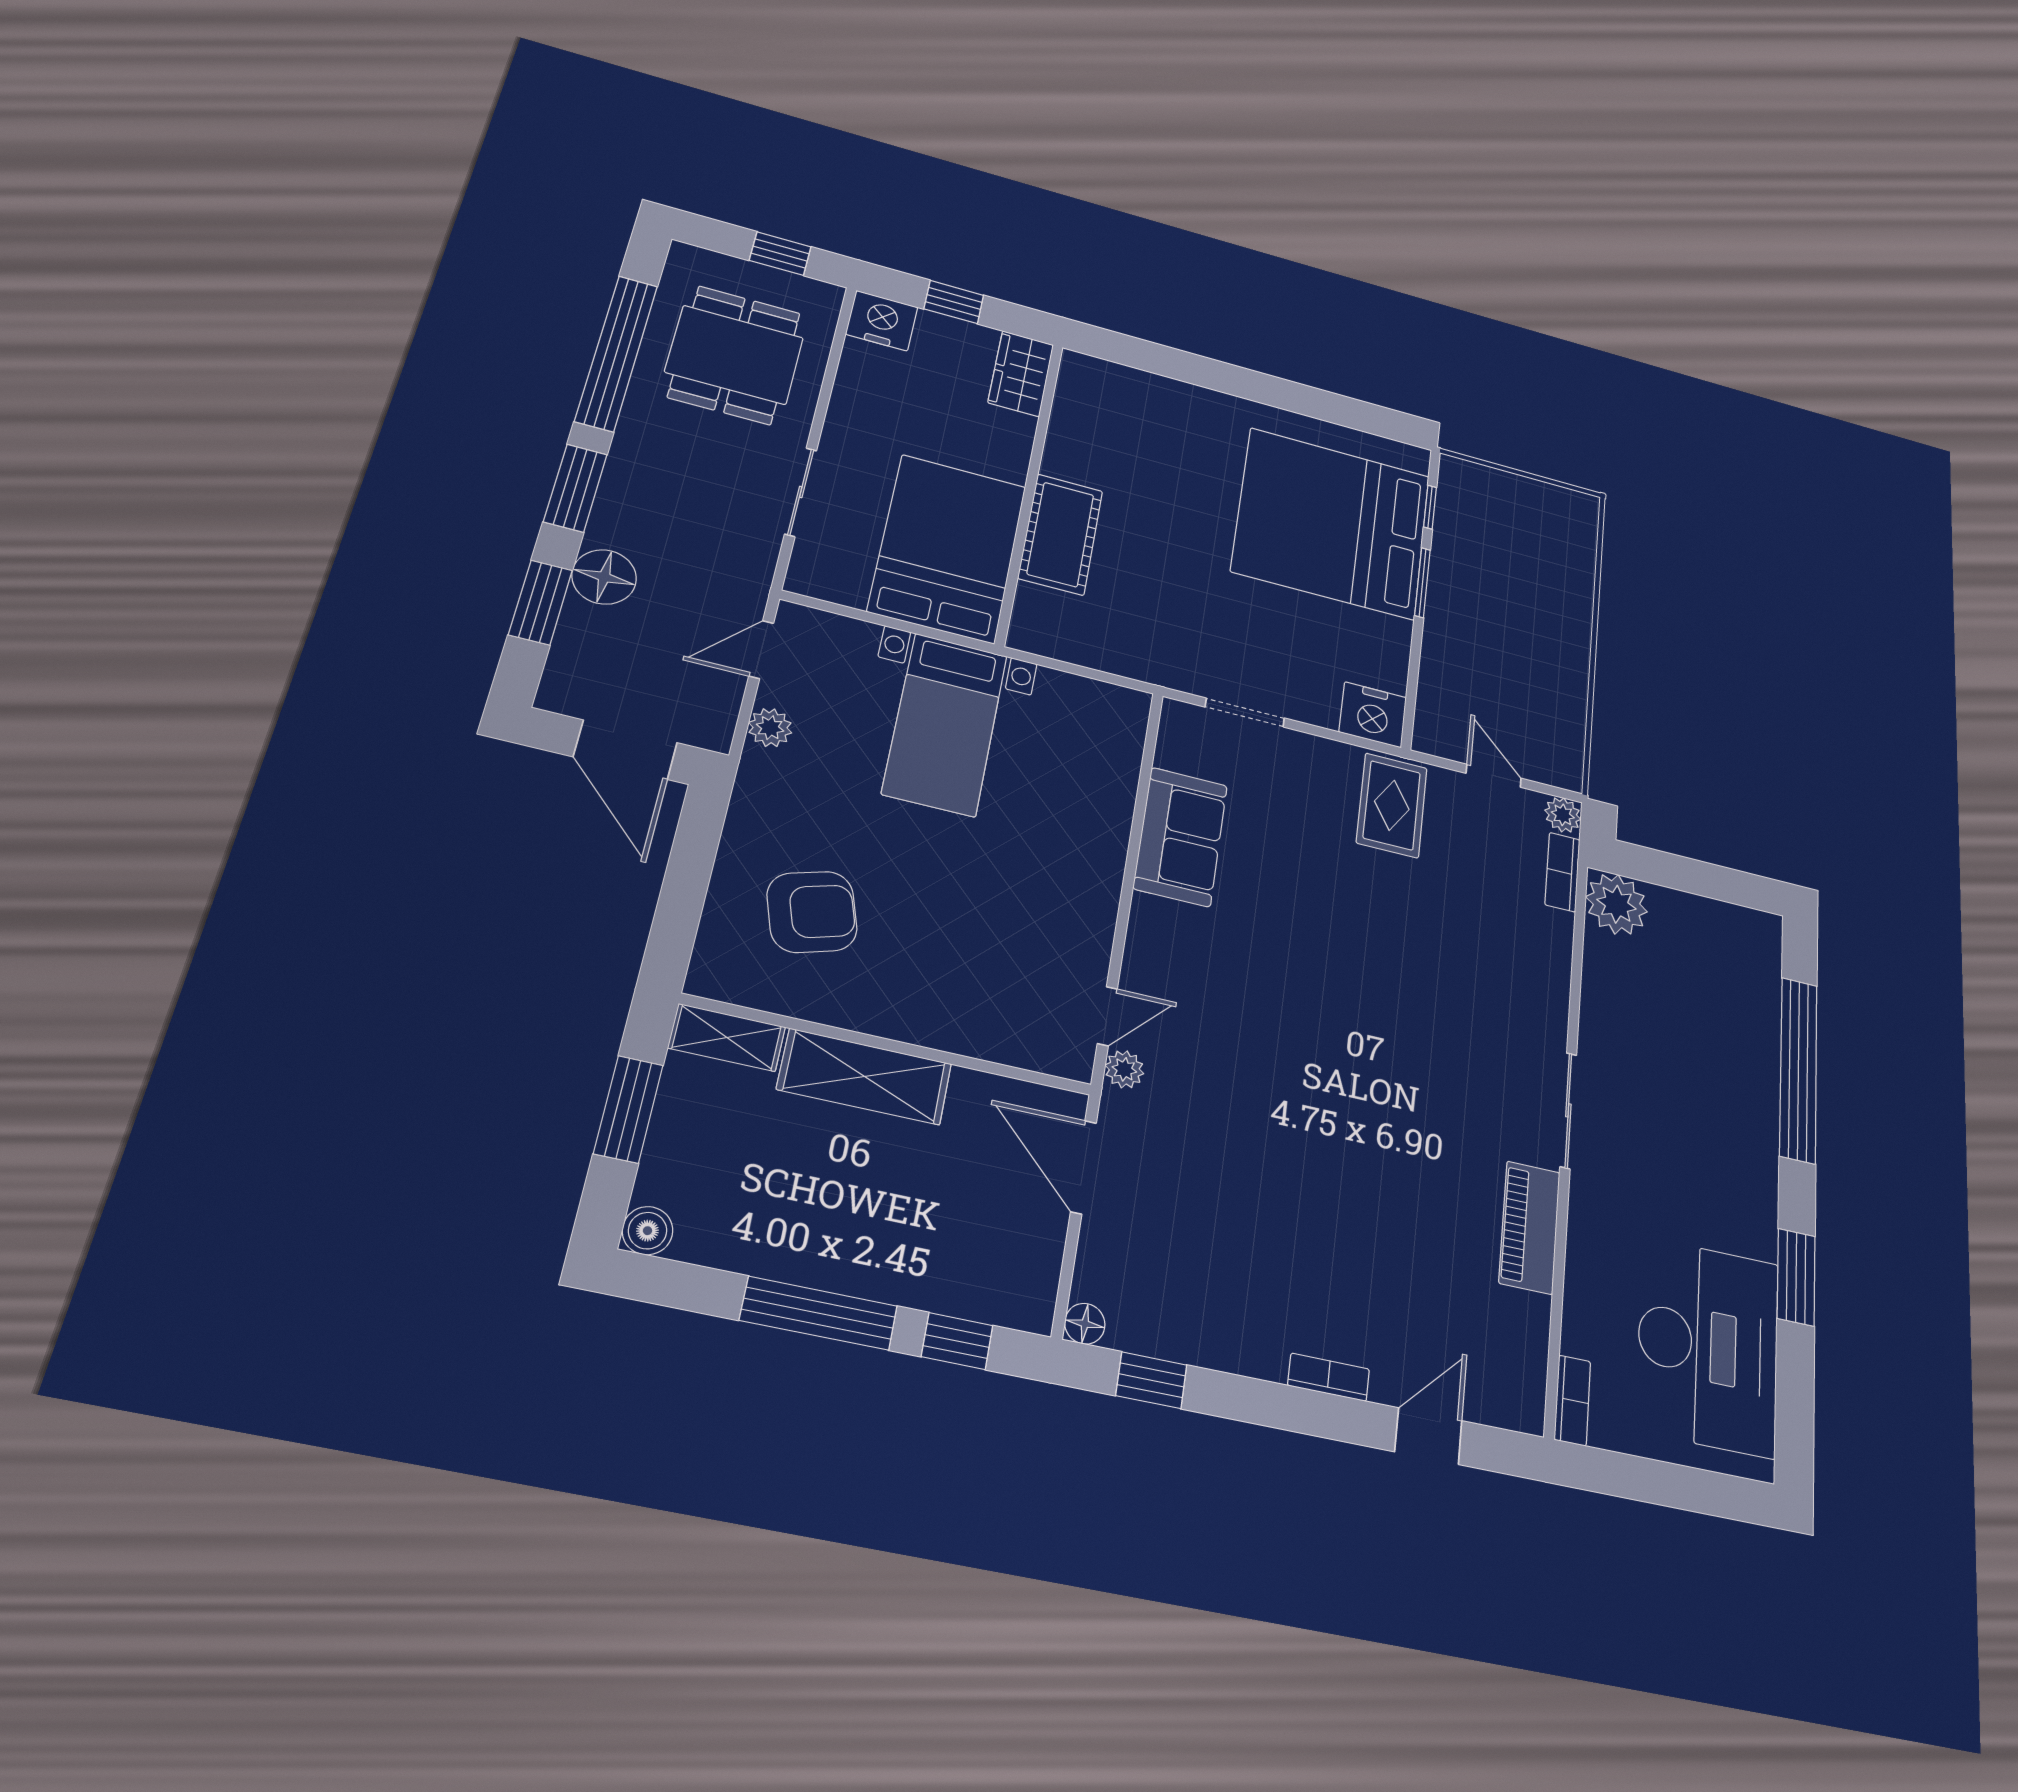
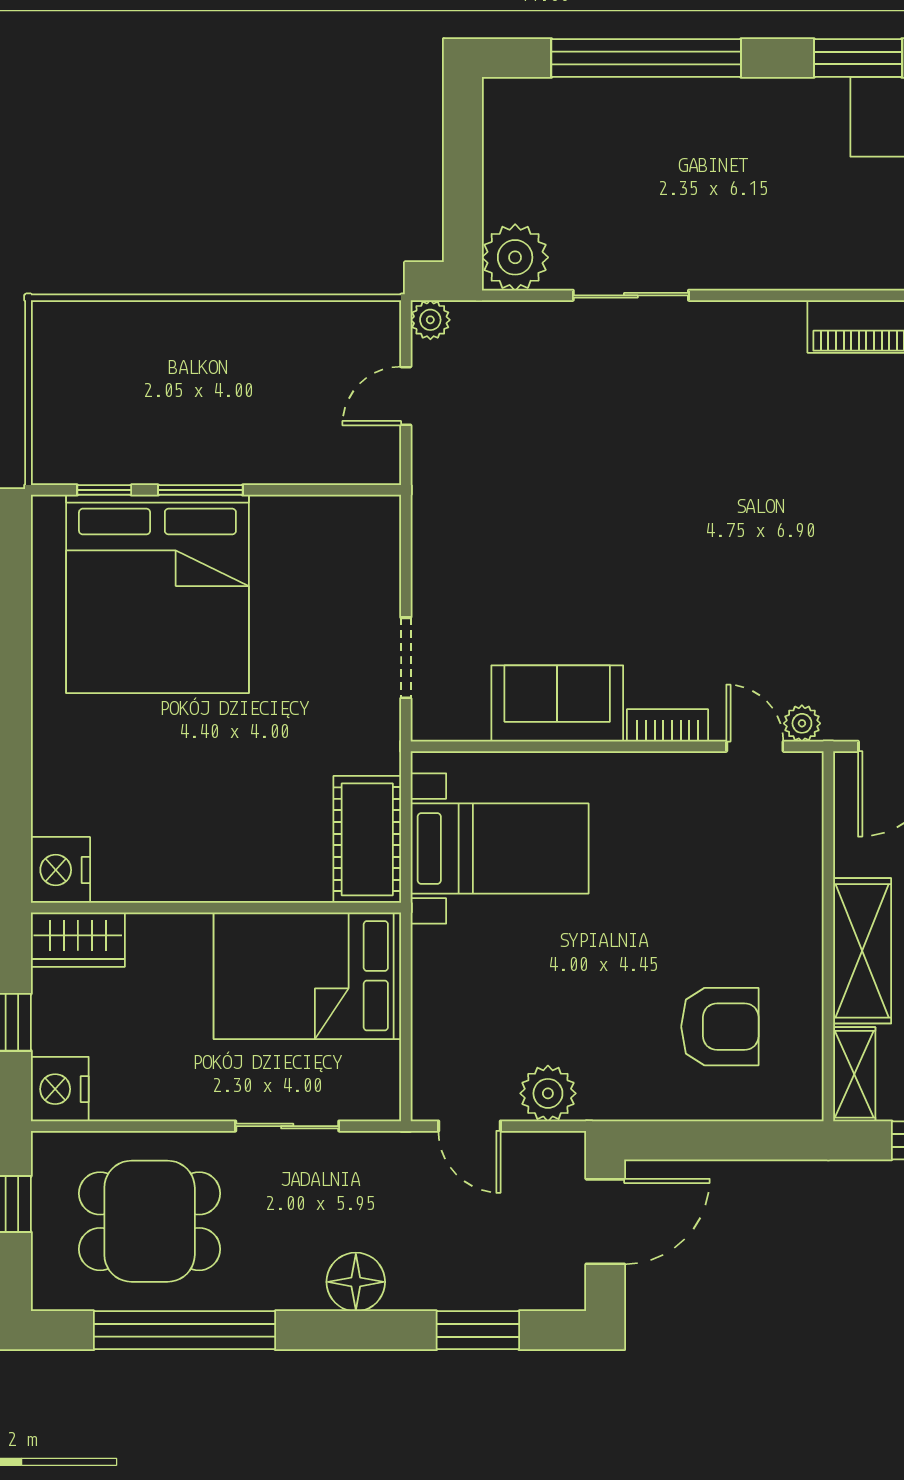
window: (575, 488) -> (348, 1330), removed
cot: (1061, 534) -> (367, 839), moved, turned 90
floor lamp: (604, 577) -> (356, 1282), moved
nightstand: (1373, 715) -> (60, 870), moved, turned 180
bed with nightstands: (945, 724) -> (500, 848), moved
plant: (770, 728) -> (548, 1093), width x1.38, depth x1.38
rug: (1392, 805) -> (468, 499), removed
bookcase: (1562, 872) -> (668, 725), moved, turned 180
armchair: (812, 912) -> (720, 1027), turned 107
sliding door: (1568, 1110) -> (631, 295), moved

